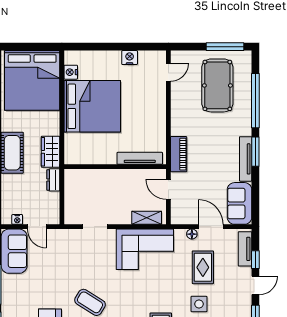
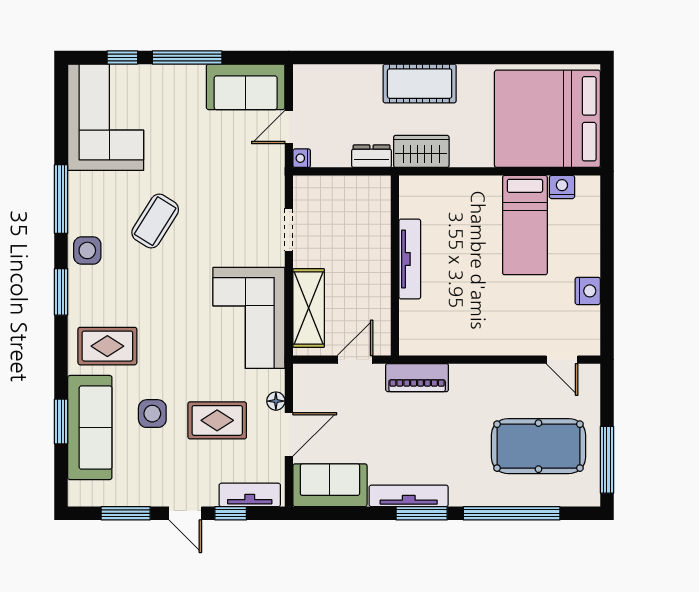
bed: (92, 106) -> (525, 225), width x0.49
tv unit: (140, 158) -> (410, 259), moved
shelving: (147, 218) -> (309, 308), width x1.50, depth x1.33
nightstand: (17, 219) -> (302, 158), moved

